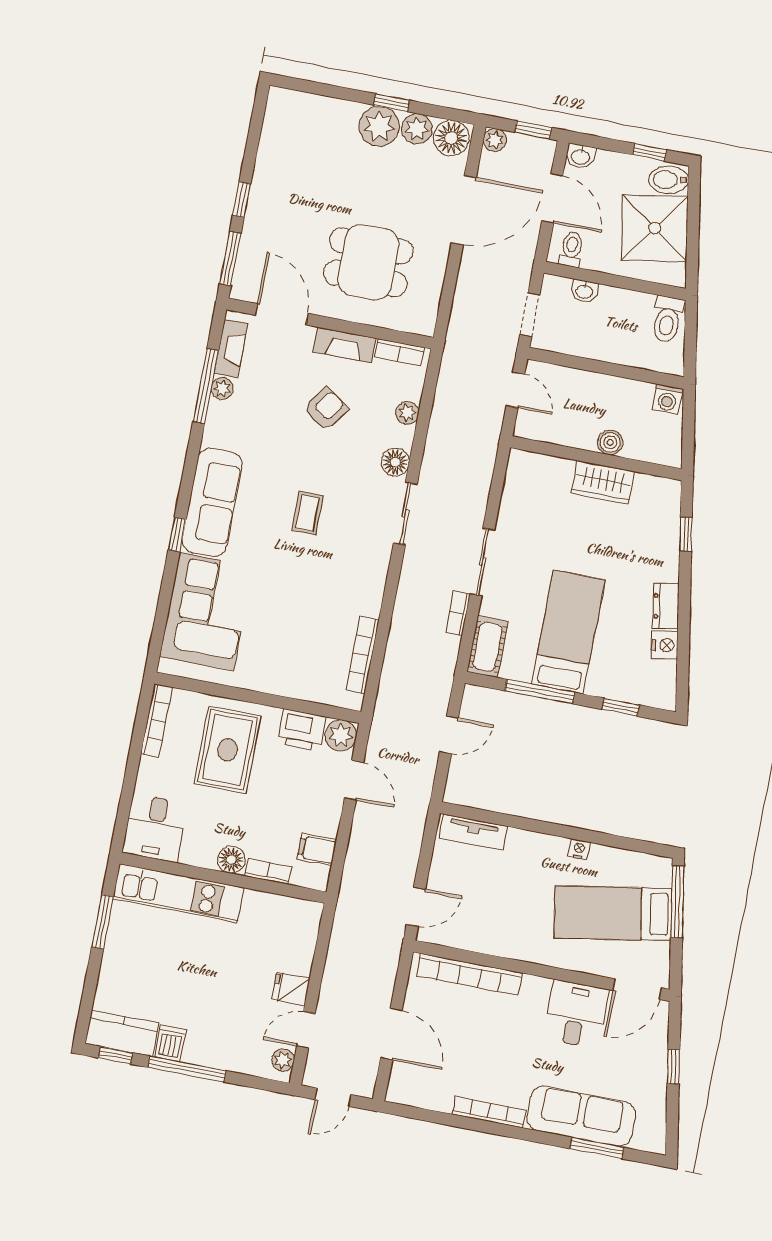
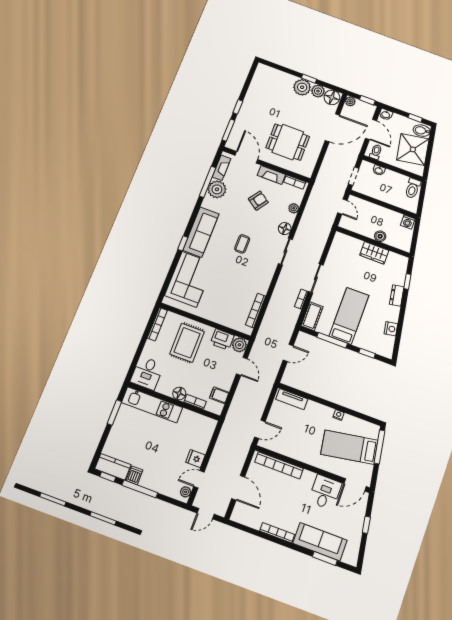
plant: (222, 388) -> (217, 189), width x1.87, depth x1.87
dresser: (666, 606) -> (397, 295), moved

